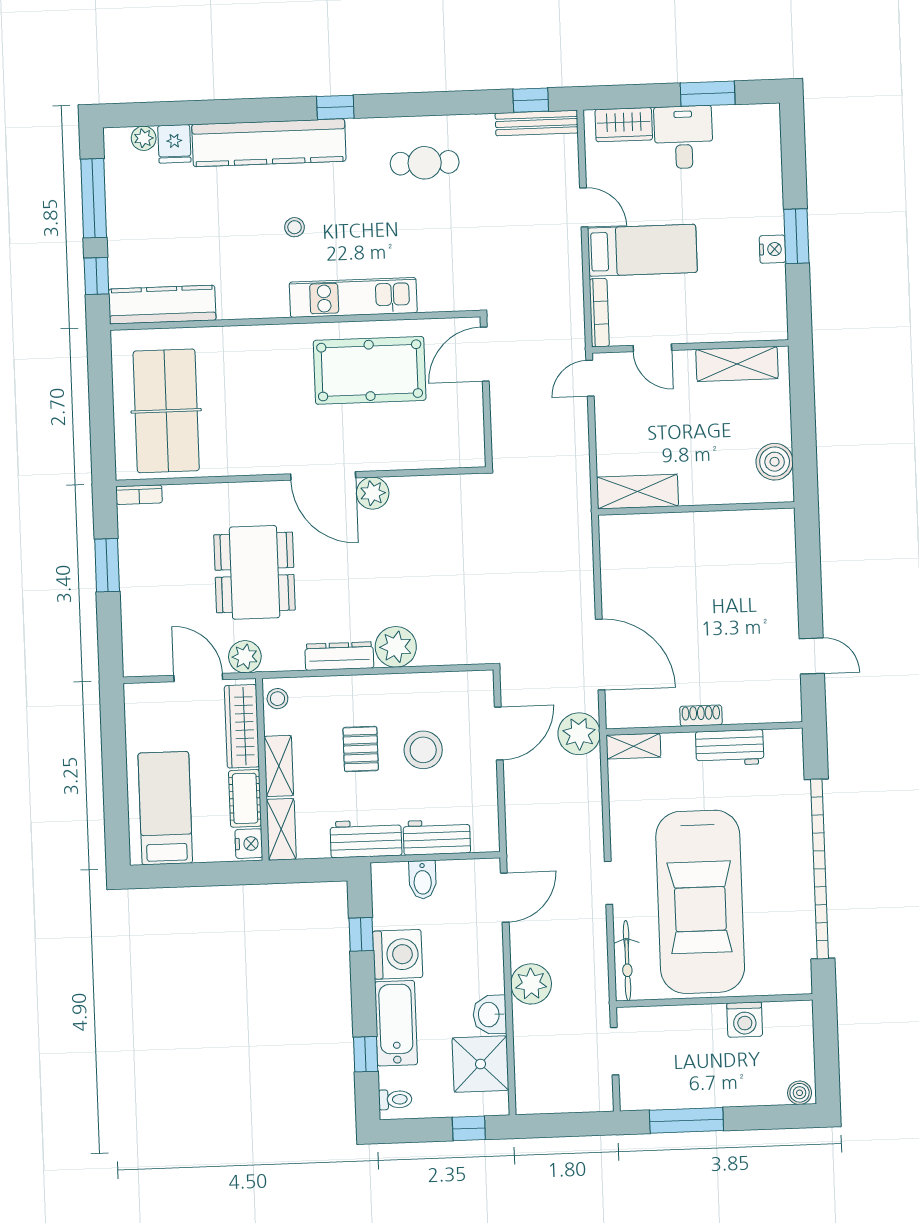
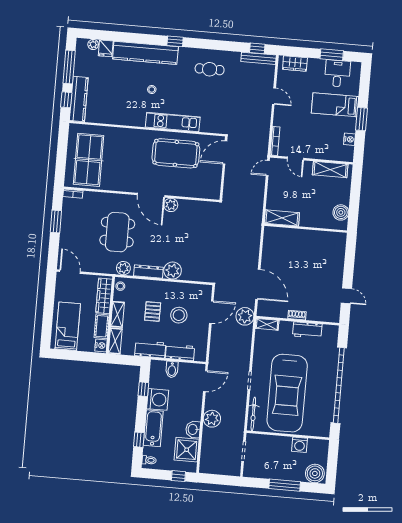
desk: (684, 137) -> (337, 73), moved
nightstand: (772, 249) -> (350, 139), moved
bed: (642, 250) -> (335, 105), moved, turned 180
kitchen counter: (162, 305) -> (79, 99), moved, turned 90
plant: (245, 657) -> (123, 268), moved
door: (198, 677) -> (70, 272), moved
boiler: (800, 1093) -> (315, 473), width x1.86, depth x1.86
window: (686, 1120) -> (285, 485), moved

